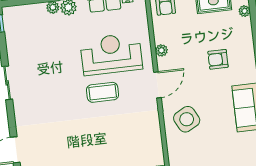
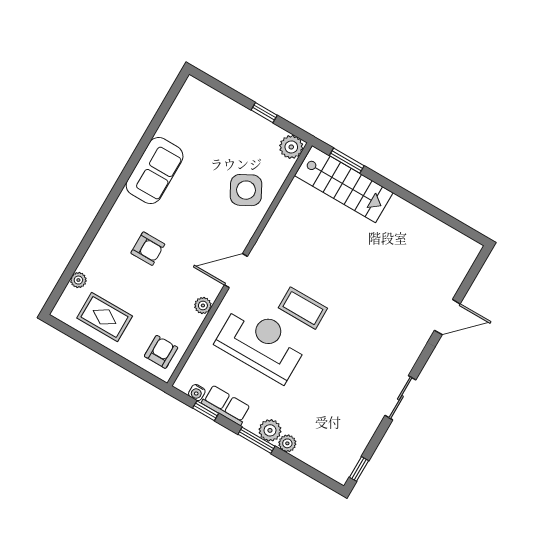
reception desk: (111, 54) -> (262, 343), turned 180
side table: (187, 119) -> (246, 190), moved

